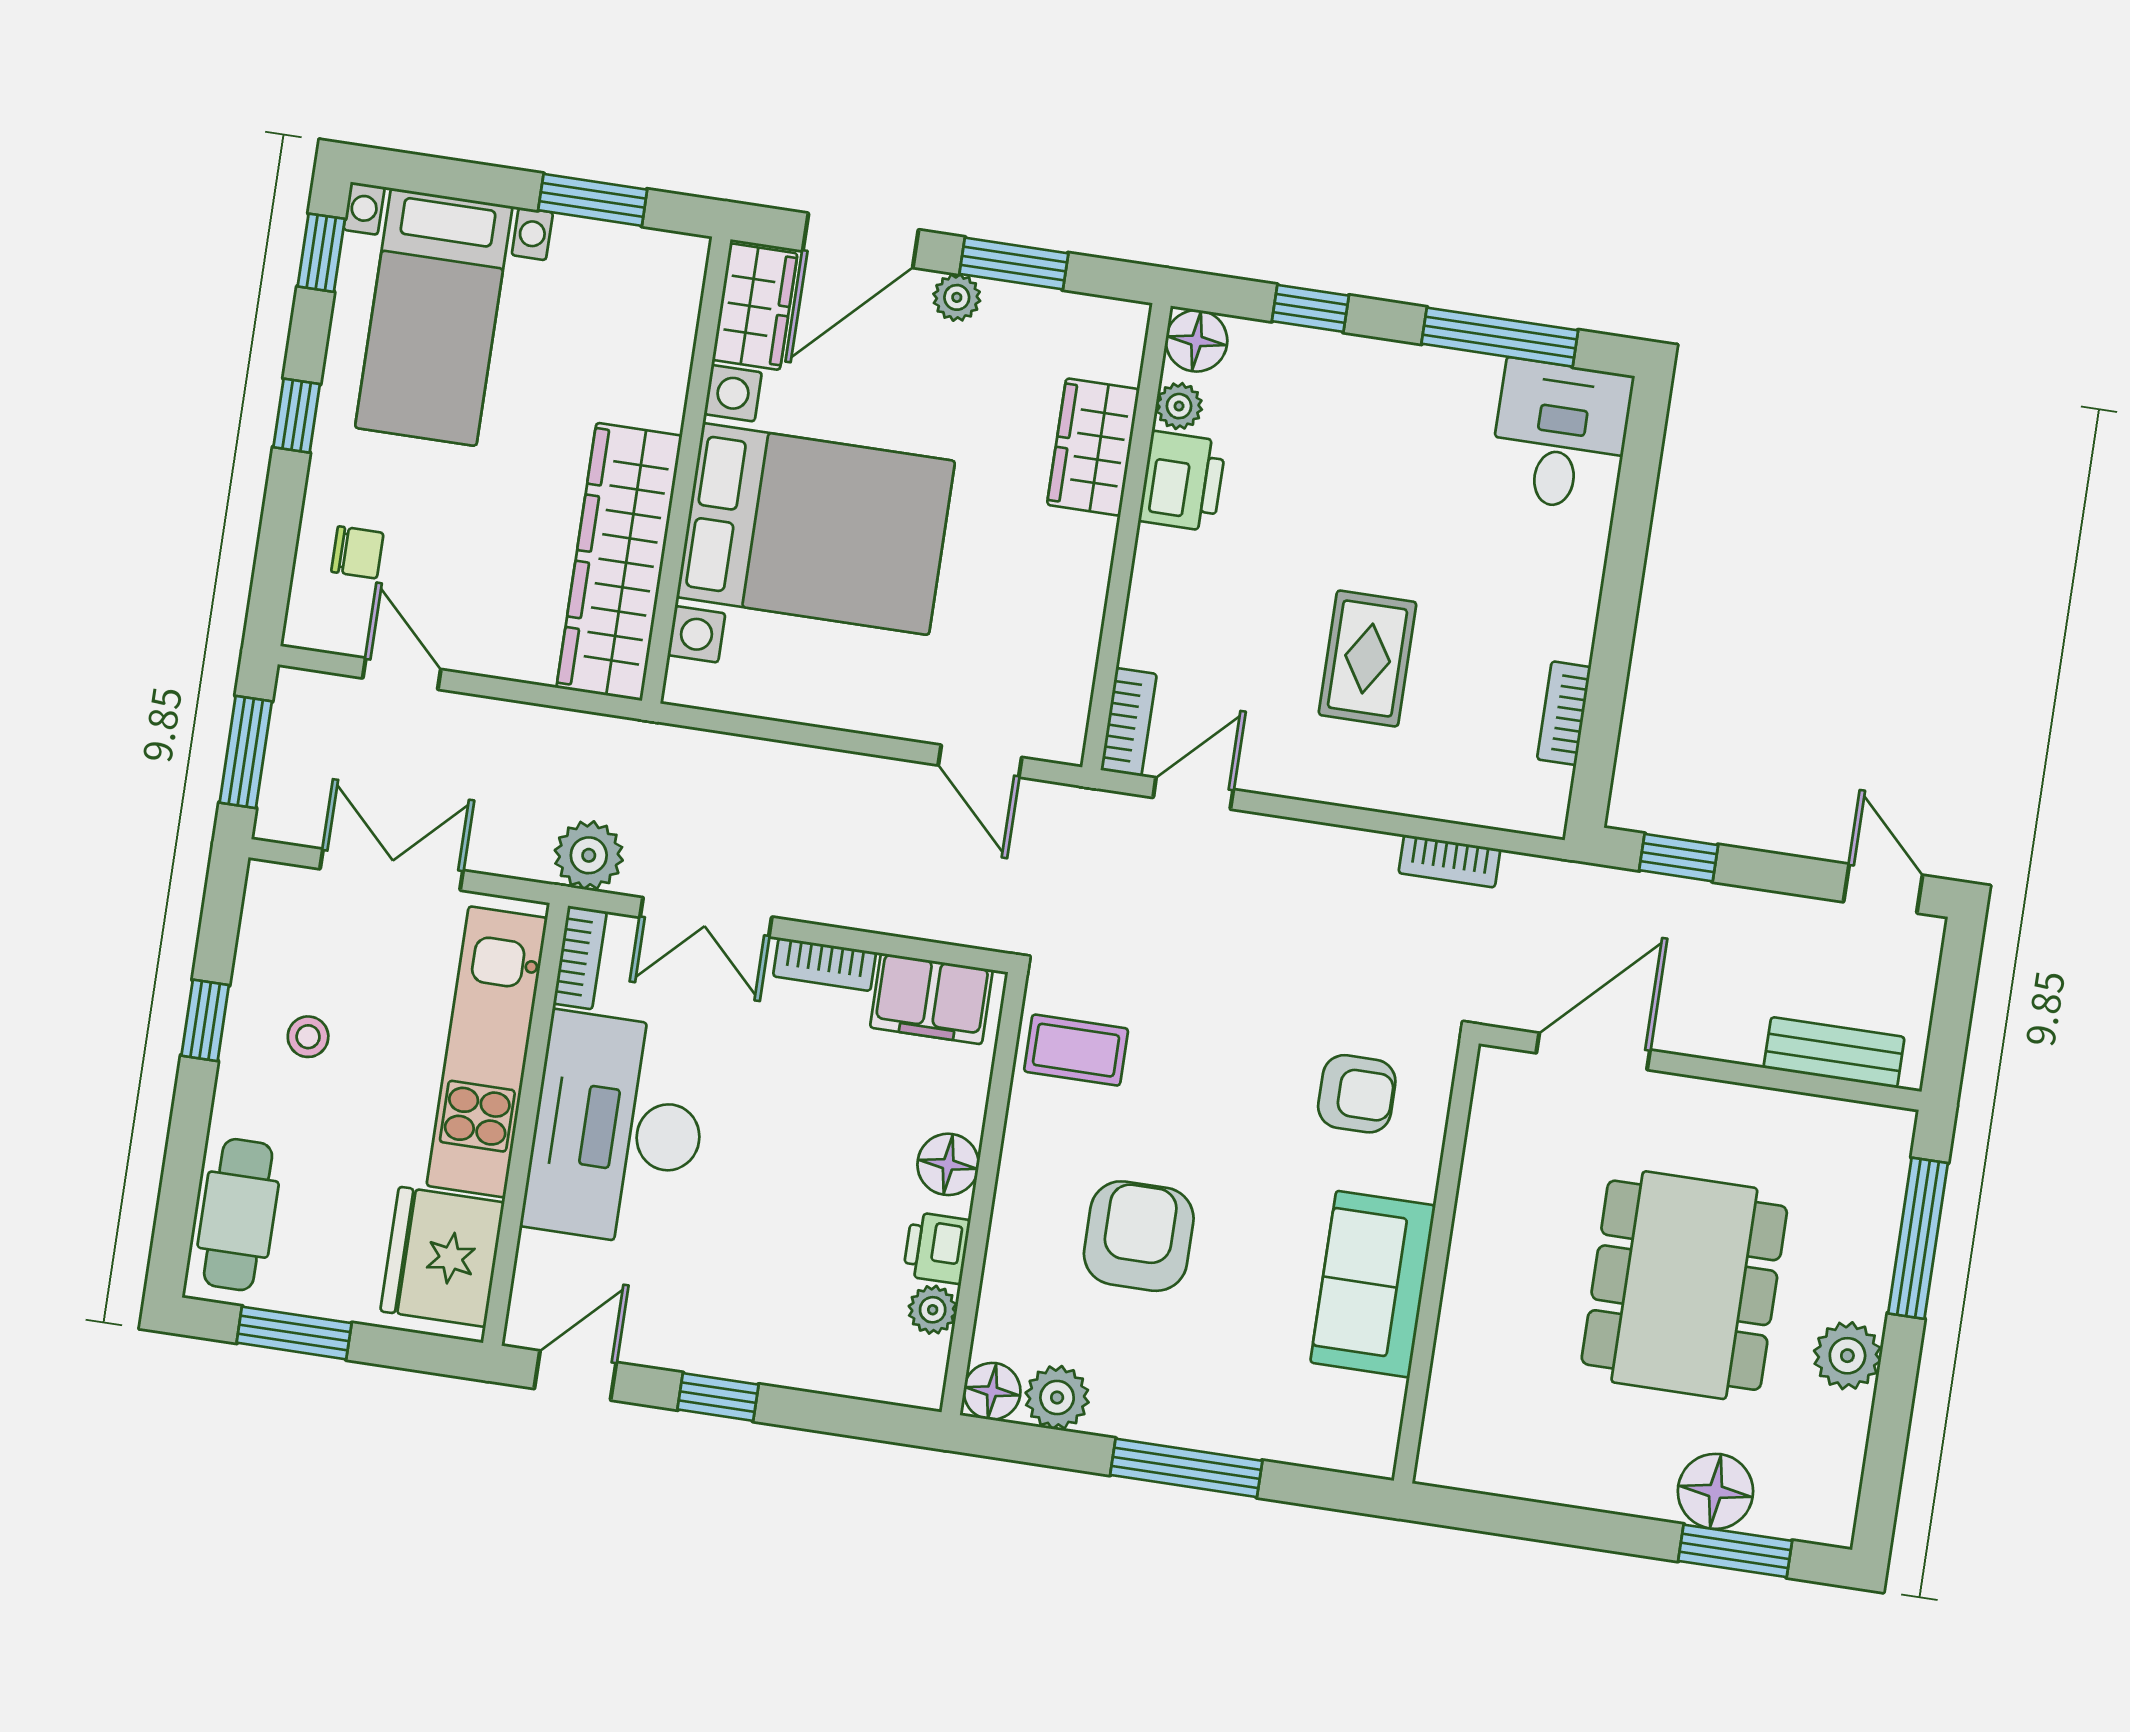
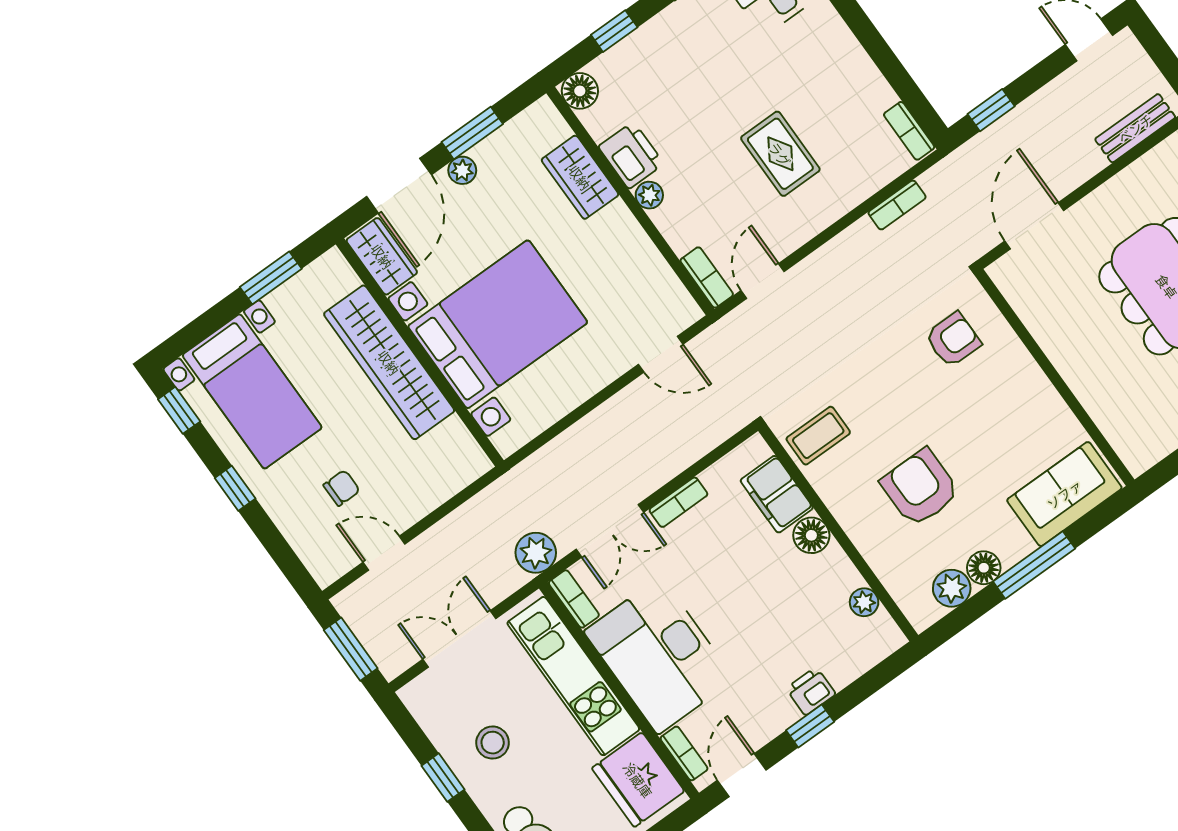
plant: (1179, 406) -> (649, 195), moved
chair: (357, 552) -> (342, 488), moved
wardrobe: (619, 562) -> (389, 362), moved
bookcase: (1564, 713) -> (909, 131), moved
filing cabinet: (931, 999) -> (777, 494), moved, turned 90
stool: (308, 1037) -> (493, 743), width x1.37, depth x1.37
printer: (937, 1248) -> (811, 691), moved, turned 90
bookcase: (530, 1280) -> (684, 753), added
sofa: (1373, 1284) -> (1064, 494), moved, turned 90
floor lamp: (992, 1391) -> (984, 568), moved

